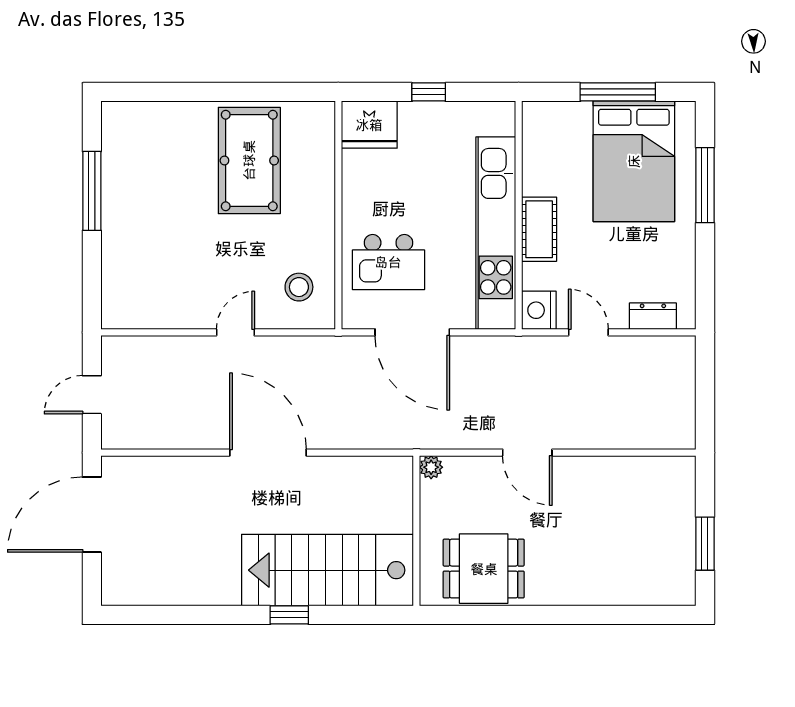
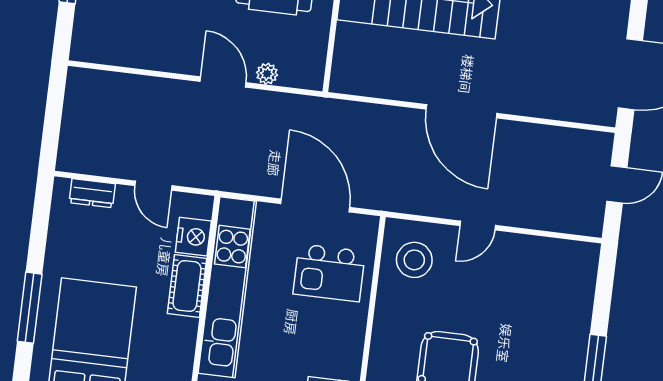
kitchen island: (388, 262) -> (329, 273), turned 180
stool: (299, 287) -> (414, 260), width x1.38, depth x1.38
nightstand: (539, 310) -> (193, 237), moved
plant: (431, 467) -> (267, 74), moved

